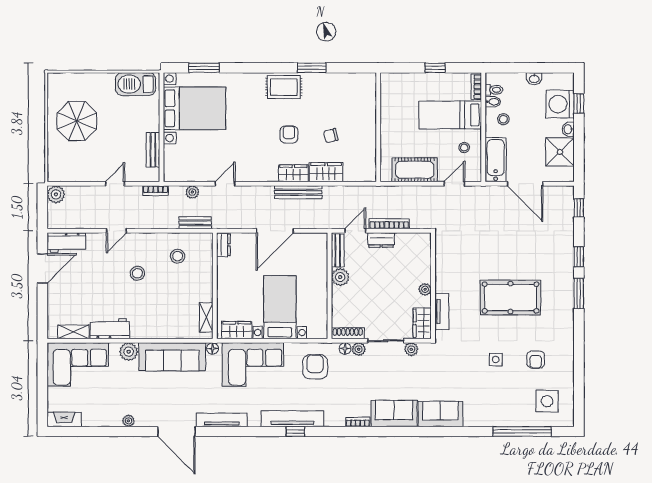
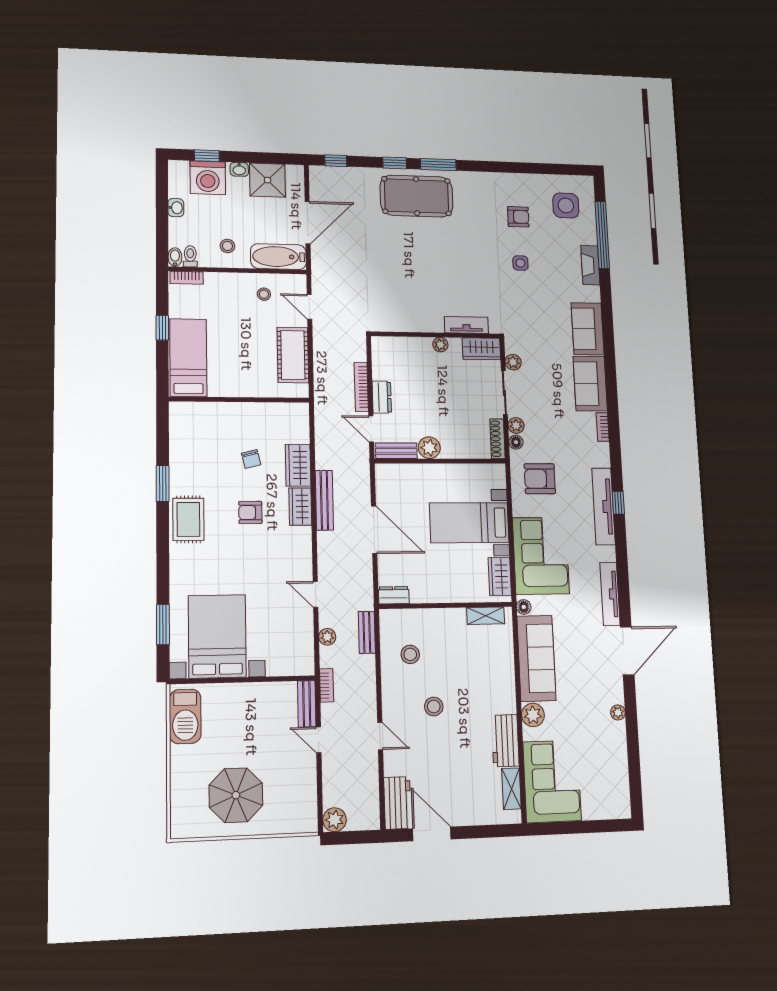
bidet: (493, 102) -> (175, 257), moved
bed: (450, 115) -> (188, 358), moved, turned 180
bench: (153, 150) -> (307, 704), moved, turned 90
pool table: (511, 298) -> (417, 196), moved, turned 90
fireplace: (64, 419) -> (590, 265), moved

